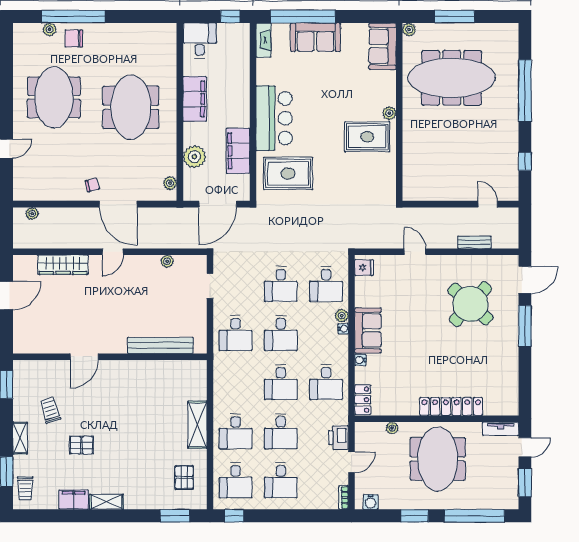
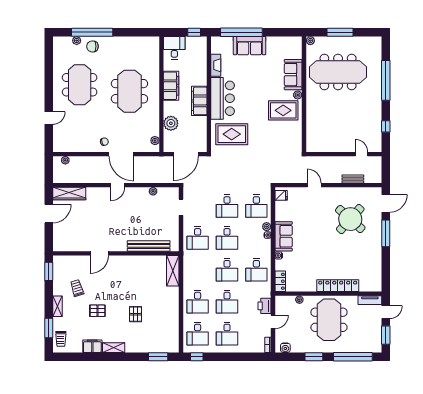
fireplace: (264, 40) -> (216, 65), moved
sofa: (383, 46) -> (293, 75), moved
filing cabinet: (238, 151) -> (199, 101), moved
wardrobe: (63, 265) -> (69, 194), moved
shelving: (197, 425) -> (173, 271), moved
pallet: (184, 477) -> (136, 314), moved

